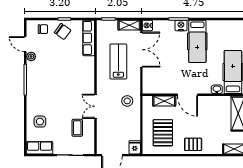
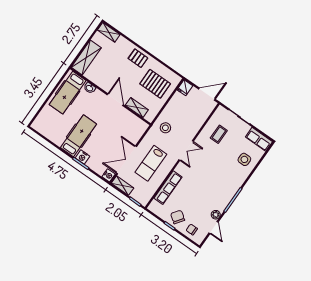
row of seats: (89, 38) -> (168, 188), moved
double door: (96, 106) -> (186, 151), moved
pallet: (163, 133) -> (155, 84), turned 90

